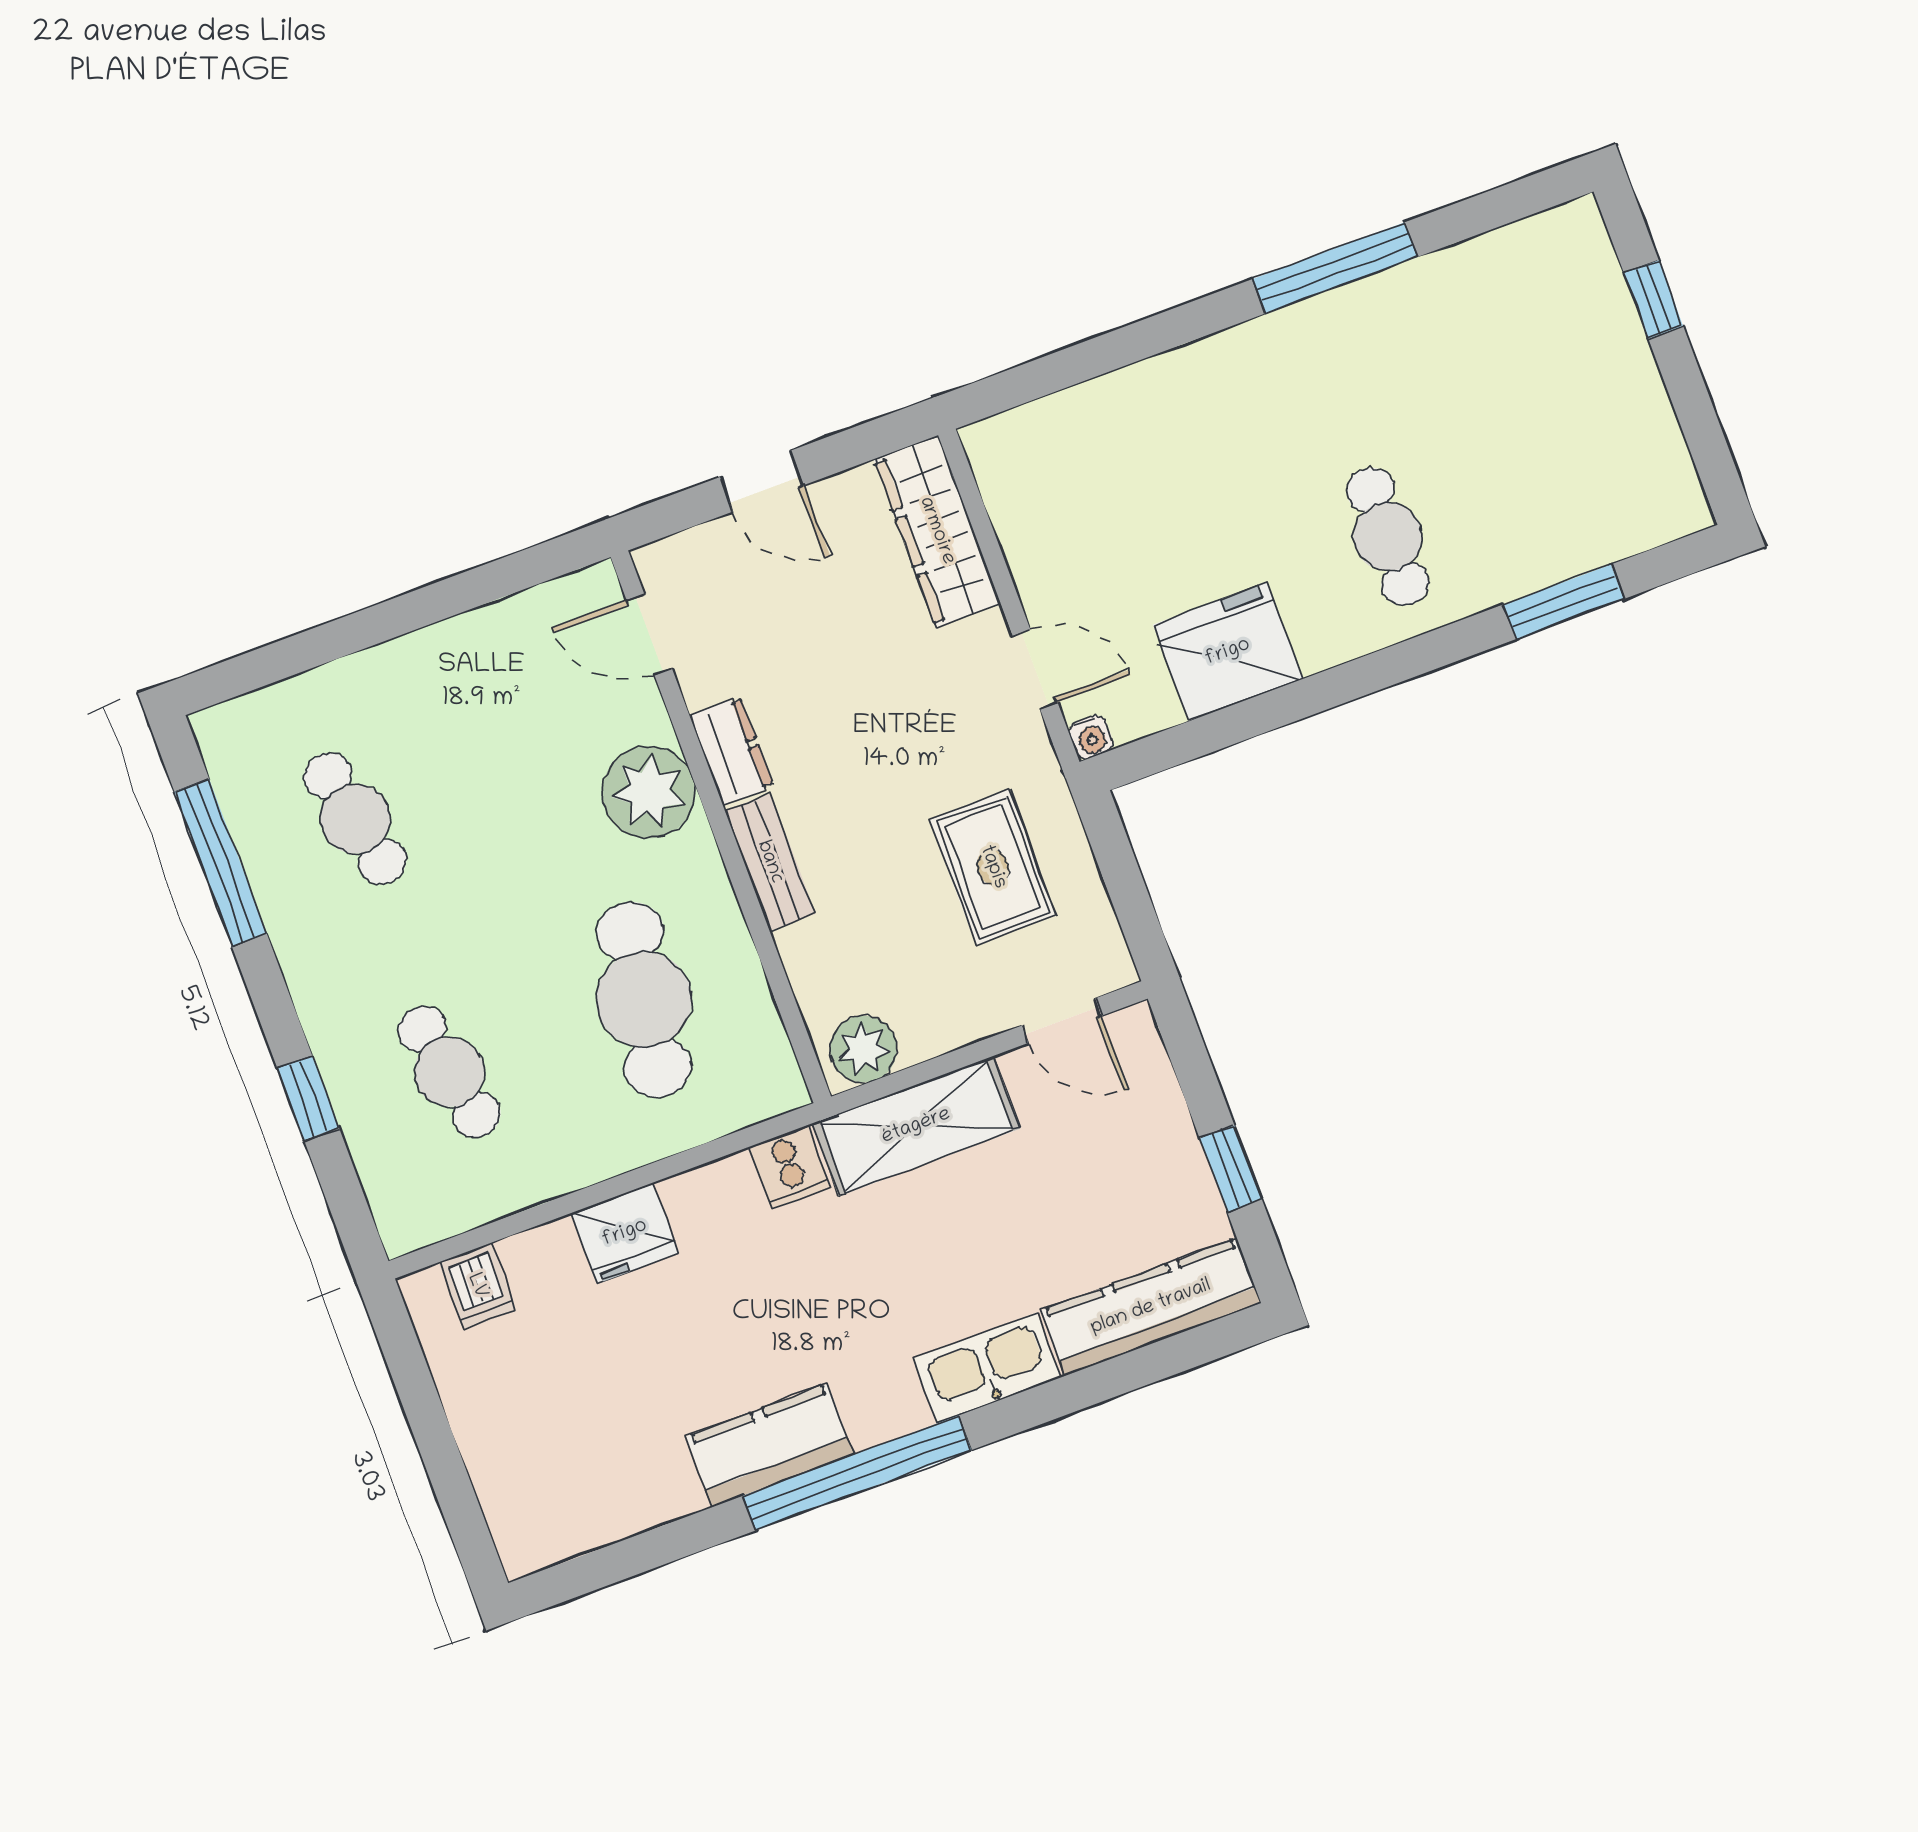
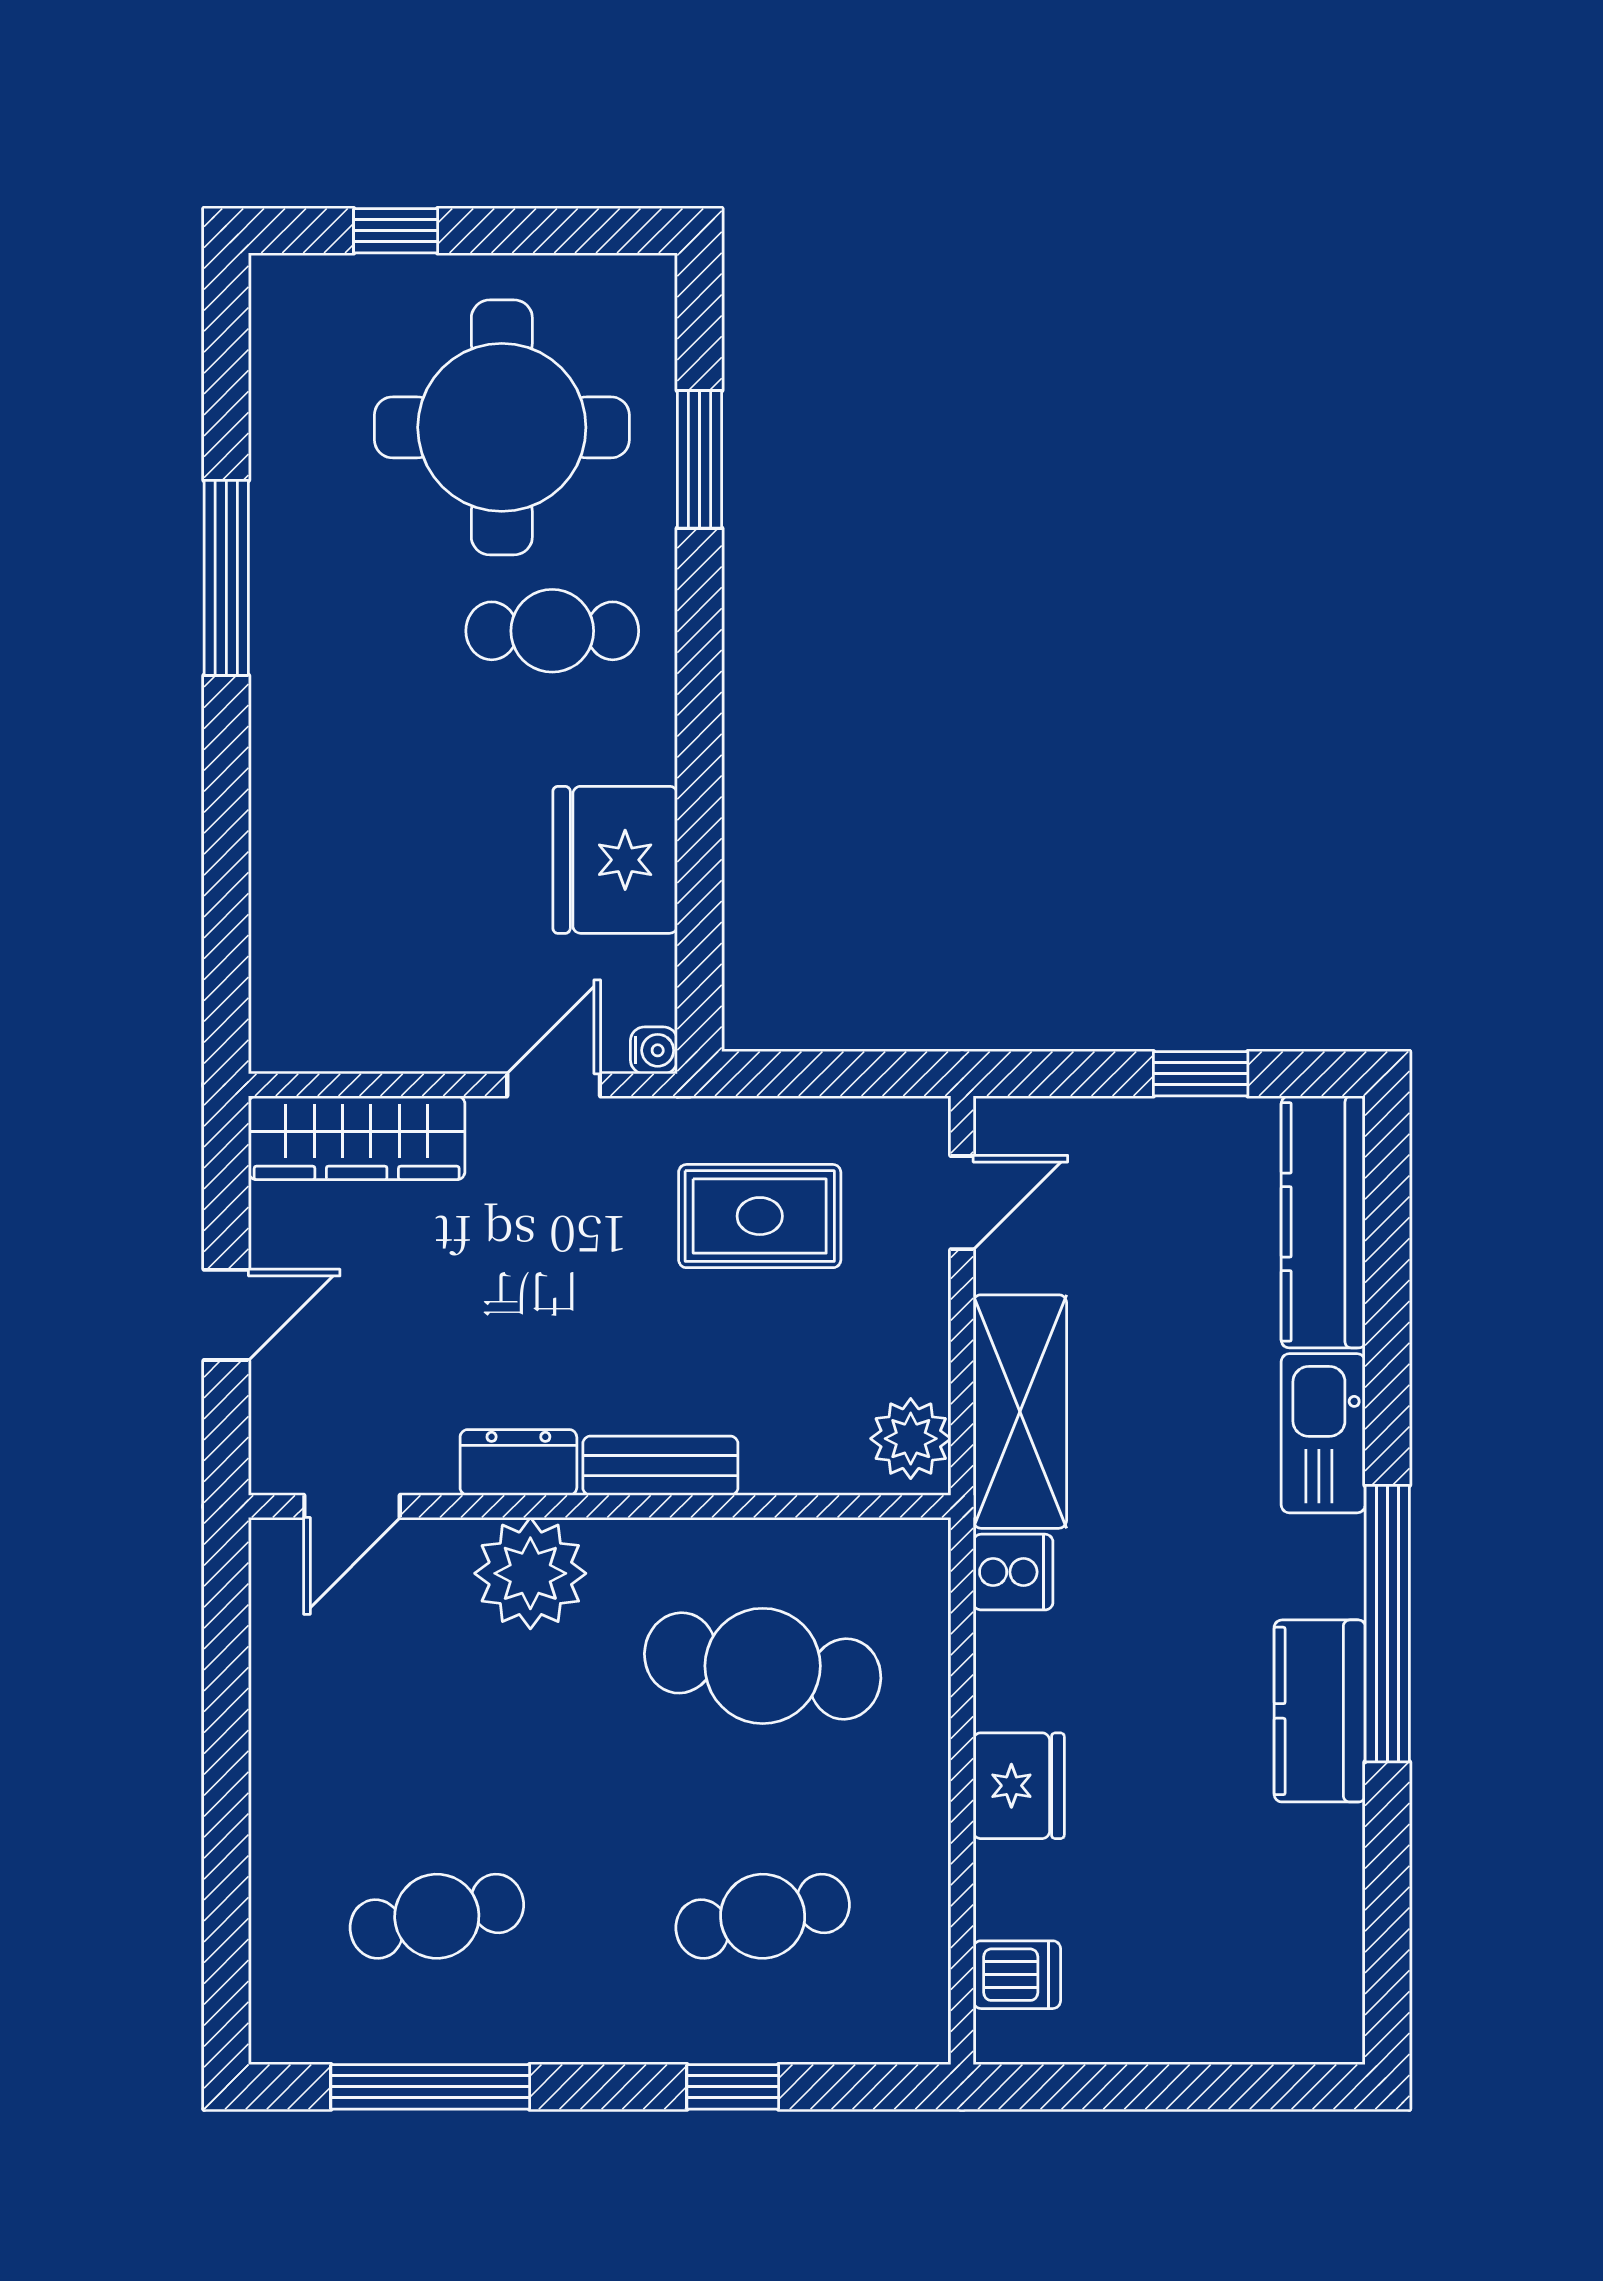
round table: (1531, 439) -> (502, 427), added

